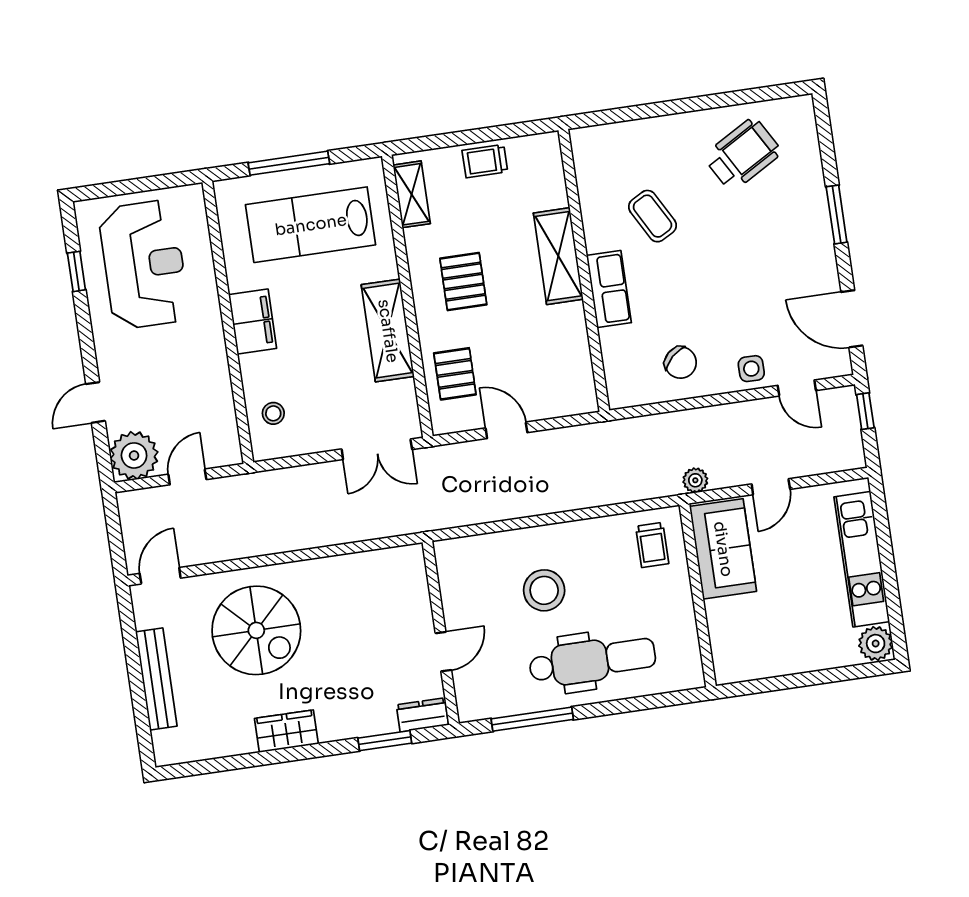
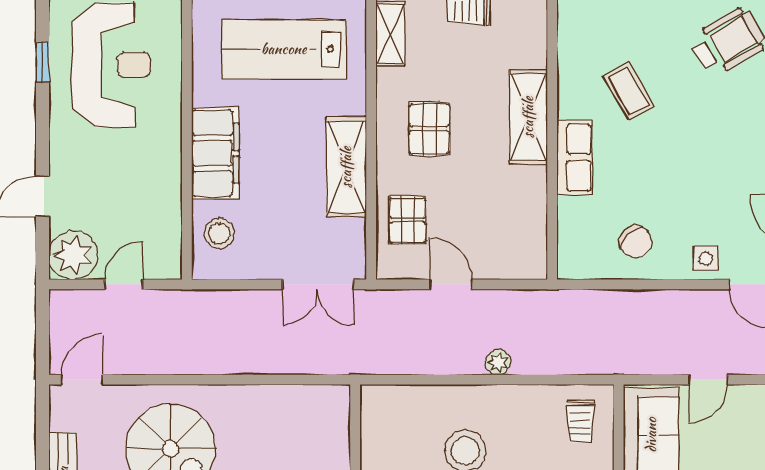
filing cabinet: (253, 322) -> (215, 153), width x1.50, depth x1.17
stool: (273, 413) -> (219, 233), width x1.37, depth x1.37
plant: (695, 480) -> (498, 362), moved

